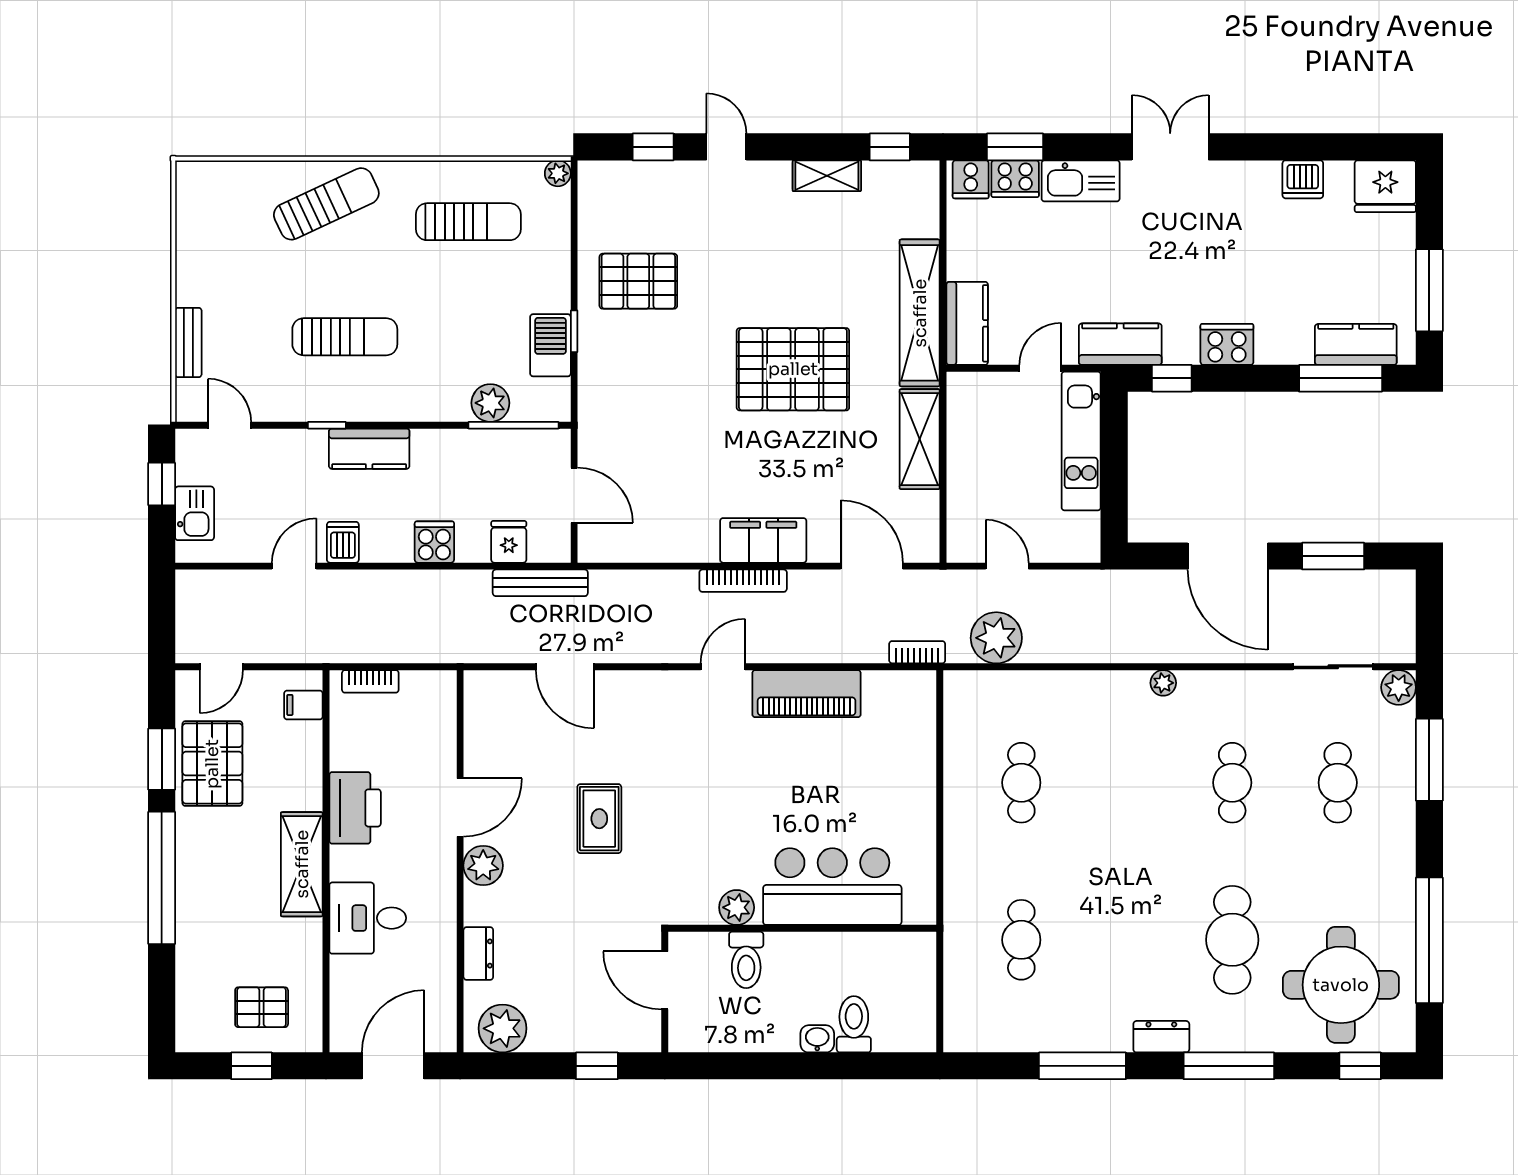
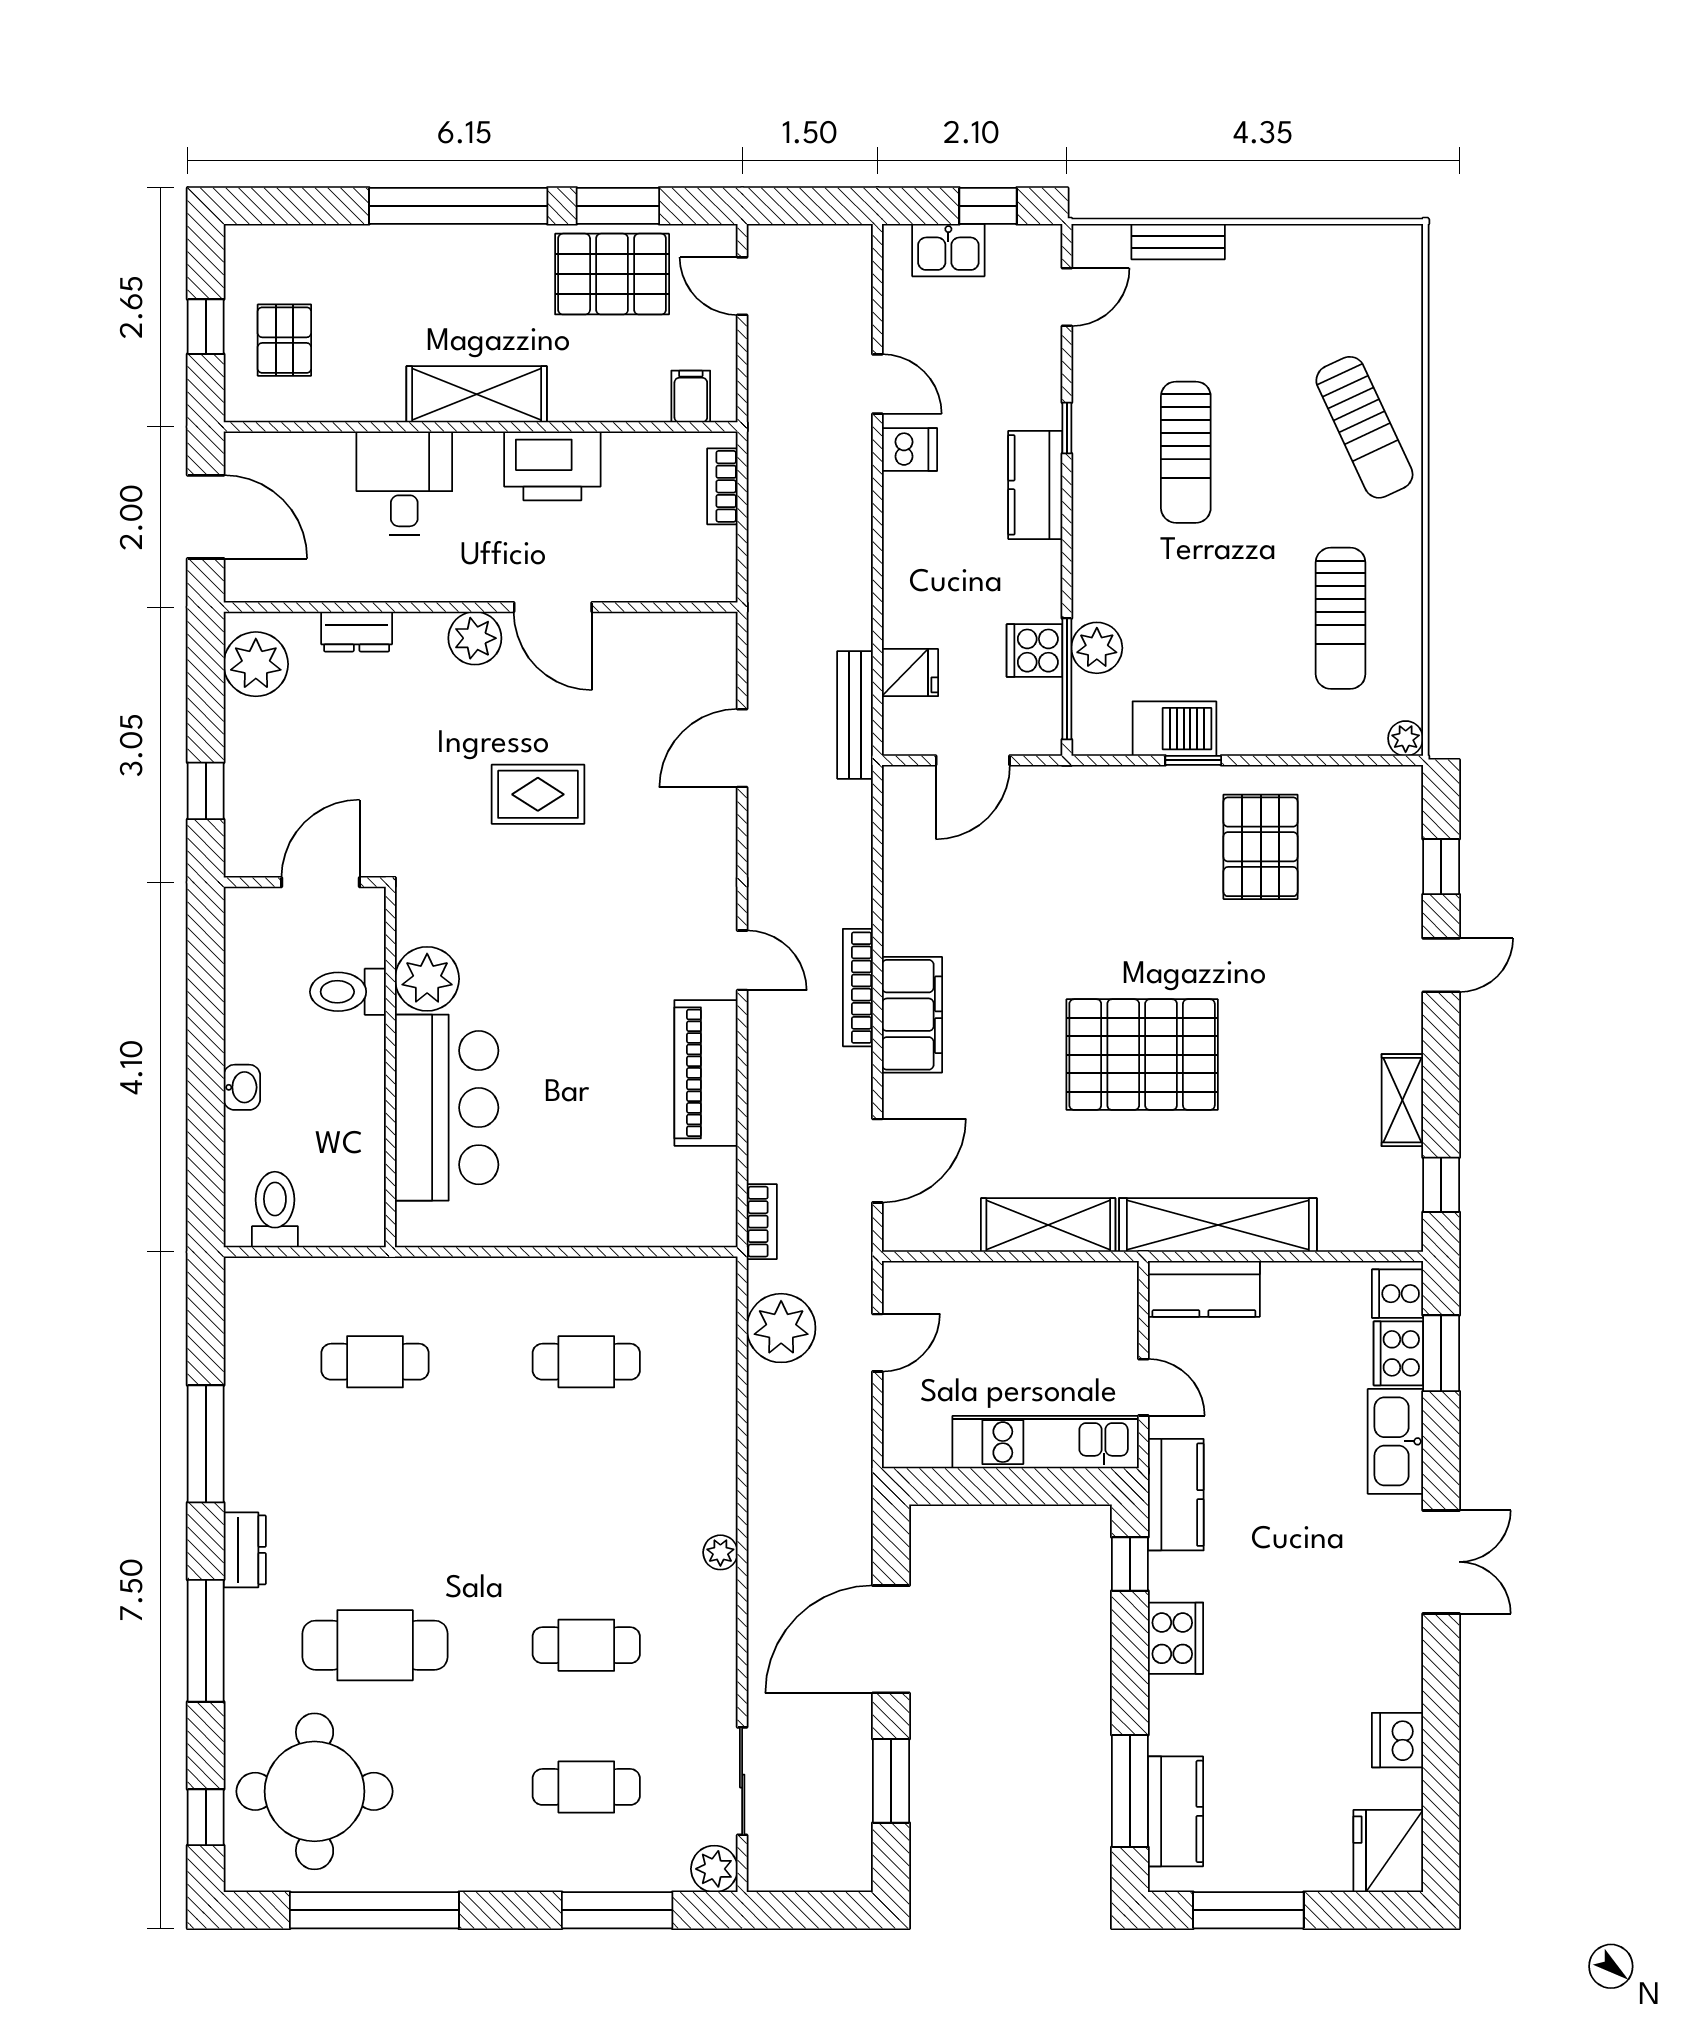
pallet: (793, 369) -> (1142, 1055), turned 90
cooker: (434, 542) -> (1034, 651), moved, turned 180
plant: (737, 907) -> (427, 979), width x1.36, depth x1.36
toilet: (854, 1024) -> (275, 1210), moved, turned -90

